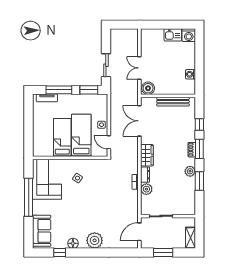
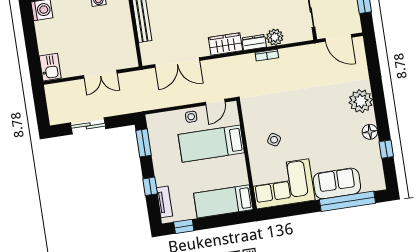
kitchen sink: (173, 35) -> (50, 67), moved
sliding door: (106, 65) -> (88, 126), moved
boiler: (148, 88) -> (128, 57), removed
window: (59, 90) -> (150, 186), width x0.46
window: (29, 108) -> (184, 226), added
bed: (62, 138) -> (223, 201), moved
window: (29, 197) -> (347, 201), moved
sofa: (42, 231) -> (337, 183), moved

